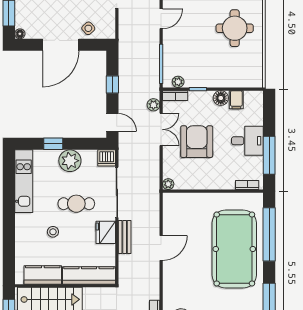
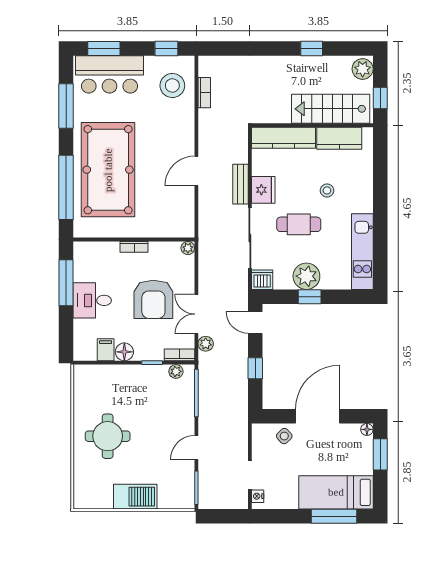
window: (53, 144) -> (310, 297), moved
bookcase: (247, 185) -> (134, 247), moved

